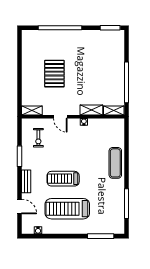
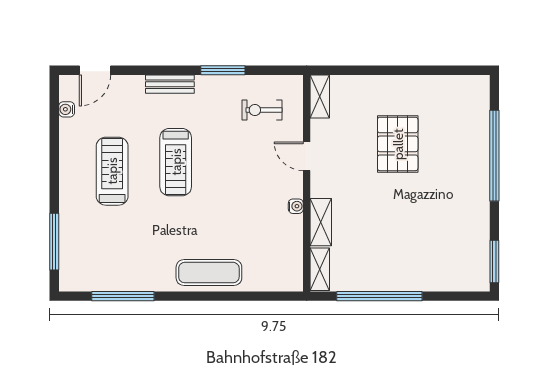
pallet: (54, 74) -> (398, 144), turned 90
door: (60, 117) -> (307, 156), hinge flipped
treadmill: (63, 179) -> (176, 162), turned 180
door: (20, 207) -> (95, 70), moved
treadmill: (67, 209) -> (112, 171), width x0.73, depth x0.73

